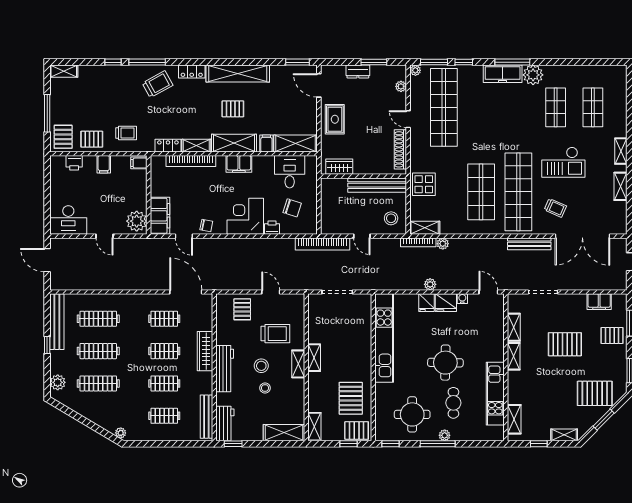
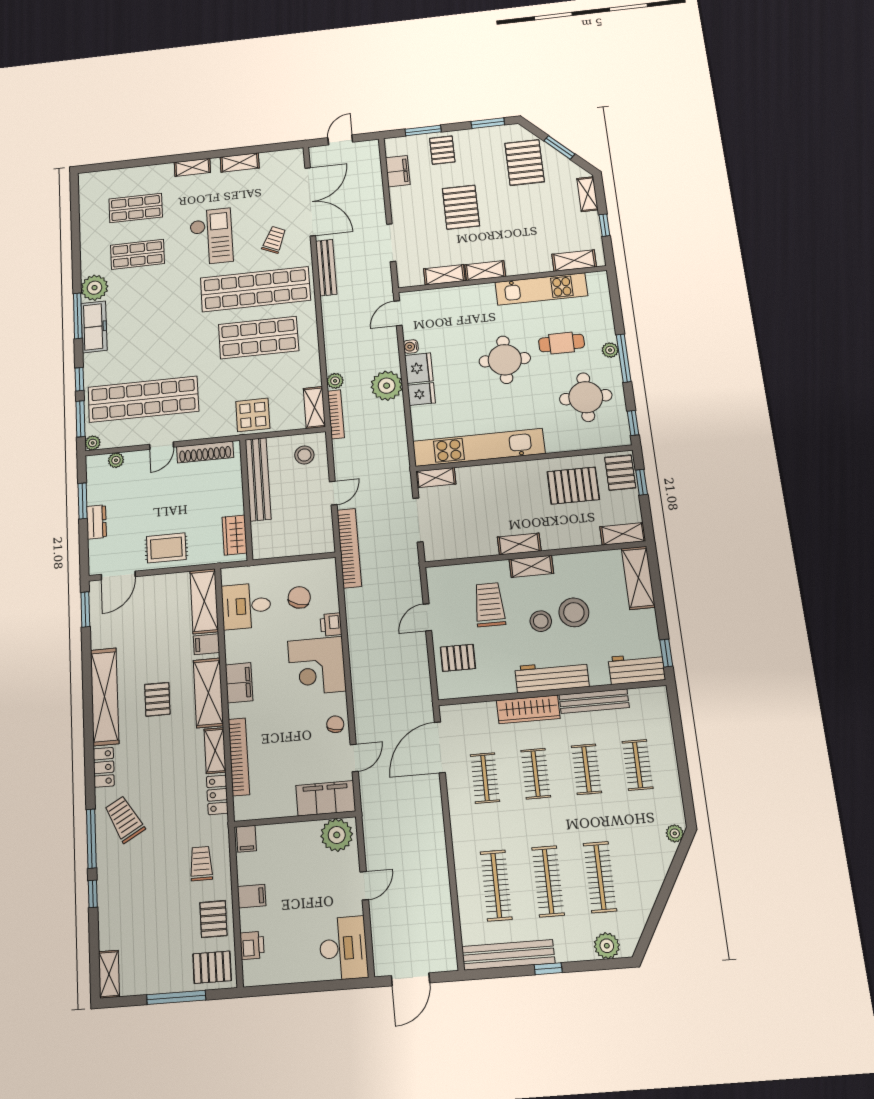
plant: (430, 284) -> (387, 386), width x1.87, depth x1.87
shelving: (366, 307) -> (436, 478), added
stool: (265, 388) -> (574, 612), width x1.89, depth x1.89
bench: (206, 417) -> (594, 701), moved

